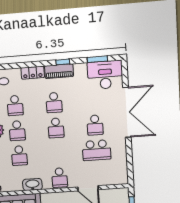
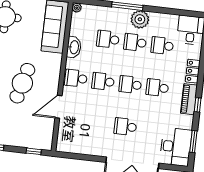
school desk: (97, 150) -> (103, 81), moved, width x0.54

